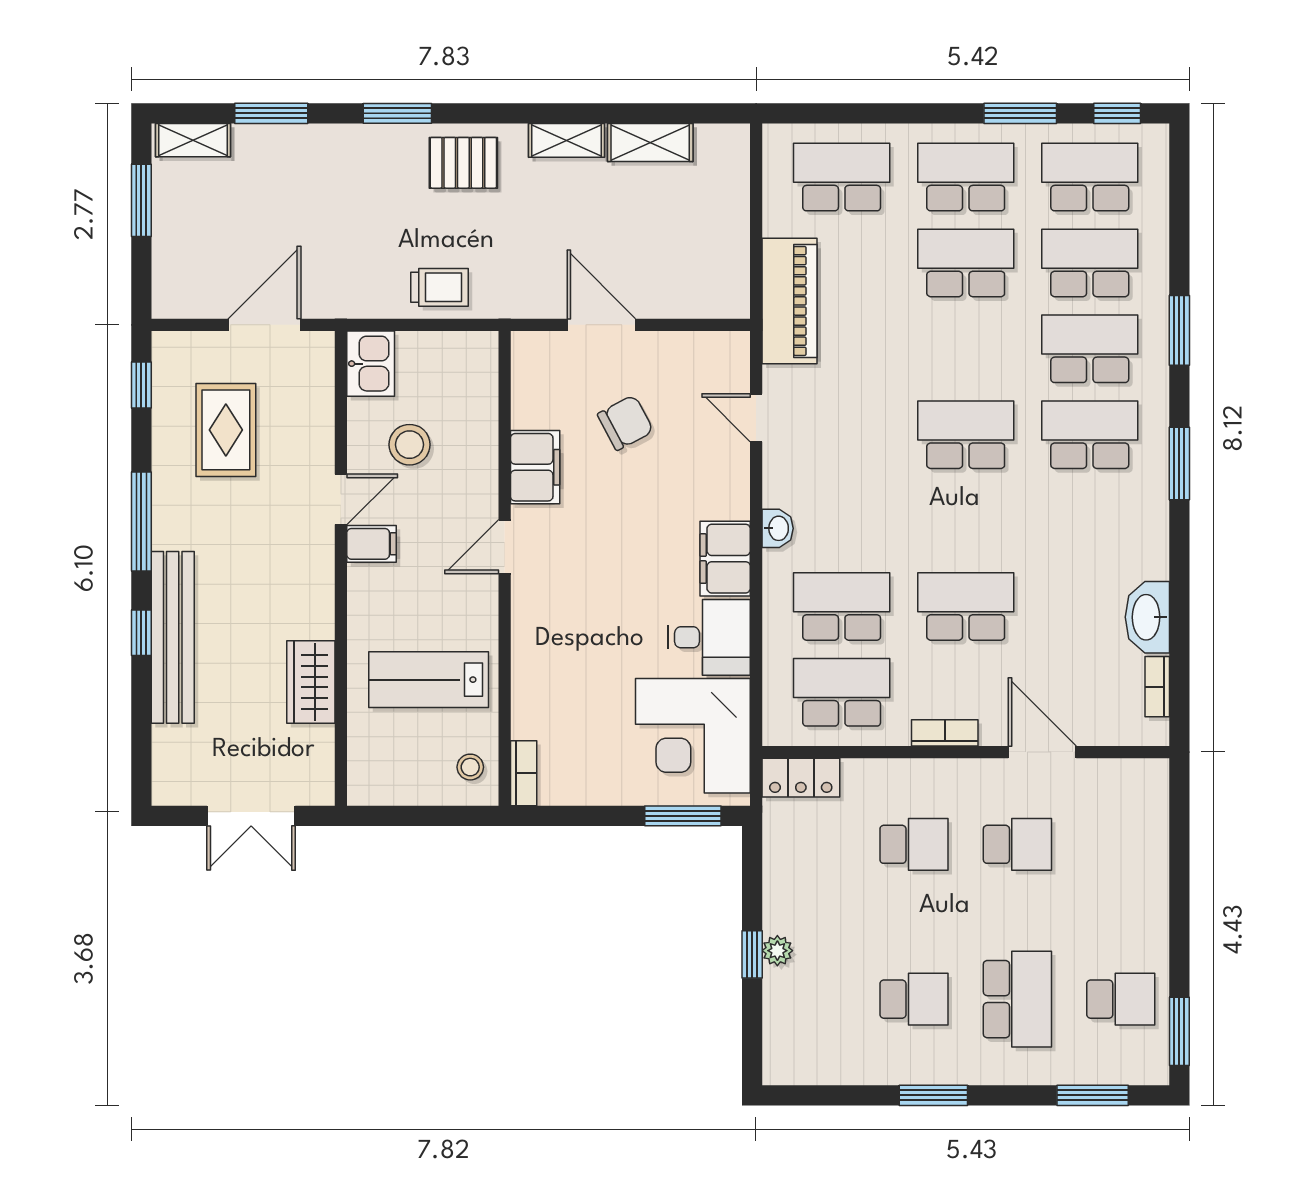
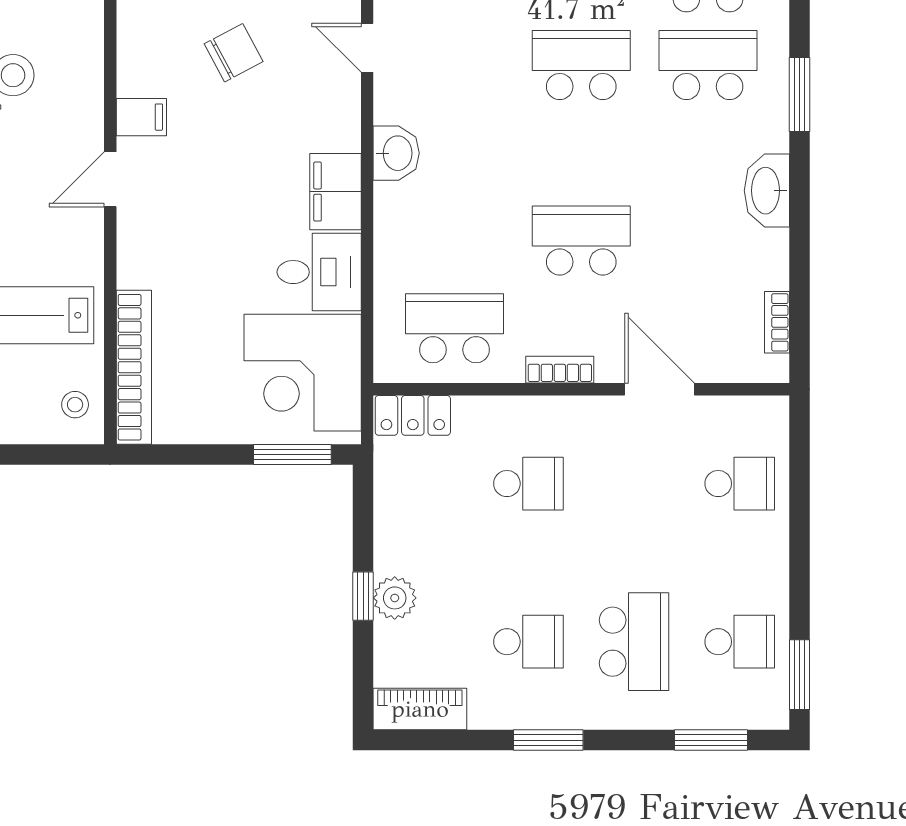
filing cabinet: (535, 467) -> (141, 117), width x0.50
washbasin: (778, 528) -> (396, 153), width x1.38, depth x1.45
school desk: (842, 606) -> (455, 240), removed
washbasin: (1147, 617) -> (767, 191), moved
bookcase: (524, 773) -> (134, 367), width x2.31, depth x1.31
school desk: (1017, 844) -> (740, 484), moved
plant: (777, 951) -> (395, 598), width x1.38, depth x1.38
piano: (808, 1065) -> (420, 709), added

